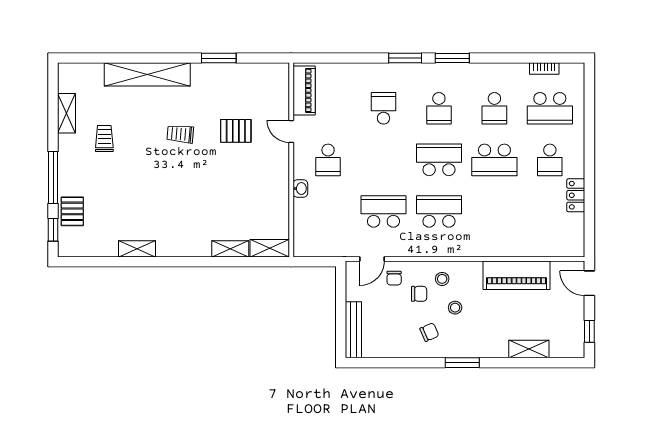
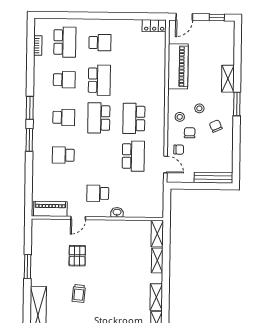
school desk: (328, 160) -> (98, 193), turned 180
locker: (576, 195) -> (154, 26), moved
school desk: (383, 211) -> (133, 156), turned 180
shelving: (177, 248) -> (156, 297), added
shelving: (529, 349) -> (228, 79), moved

